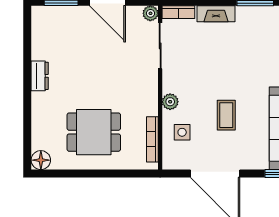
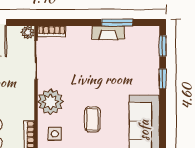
fireplace: (216, 14) -> (108, 33), moved
plant: (170, 102) -> (51, 102), width x1.88, depth x1.88

